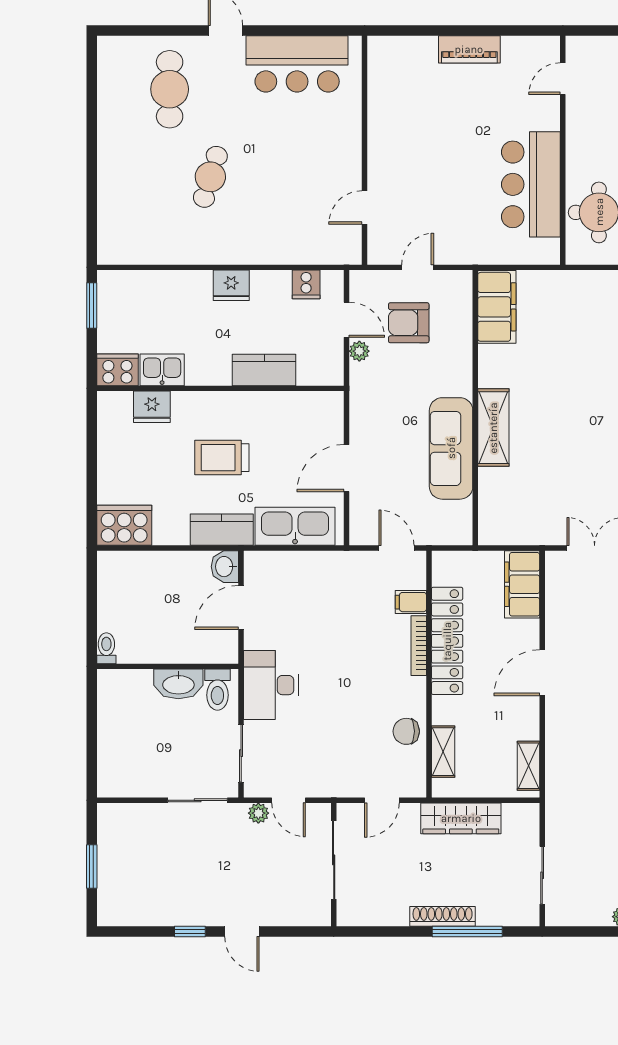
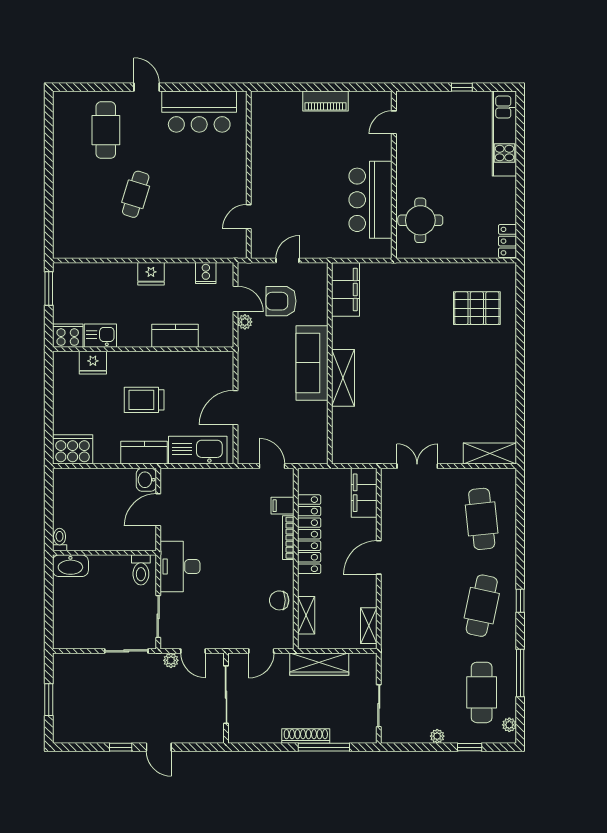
sofa: (451, 448) -> (312, 363), moved
washbasin: (178, 684) -> (70, 566), moved

